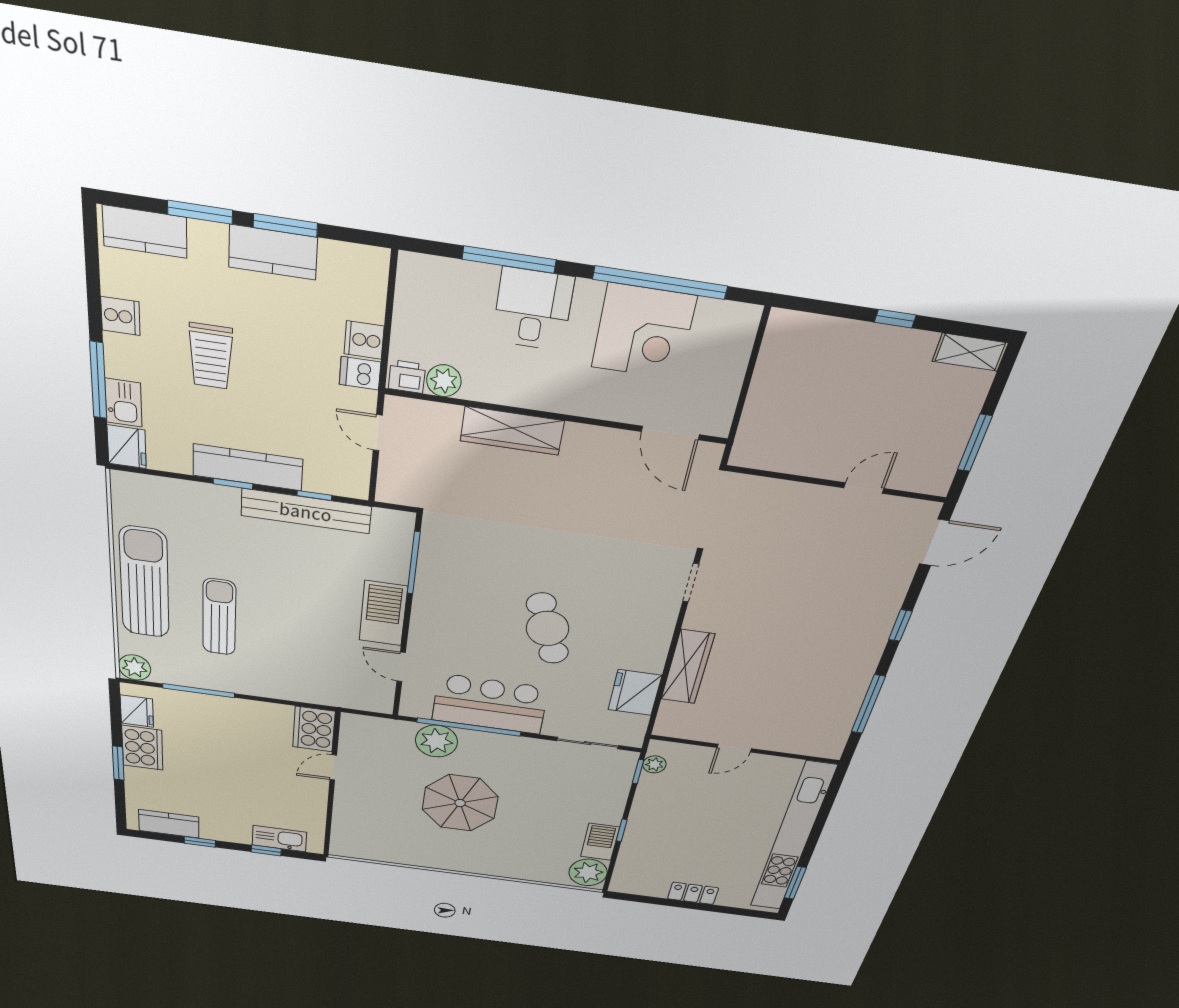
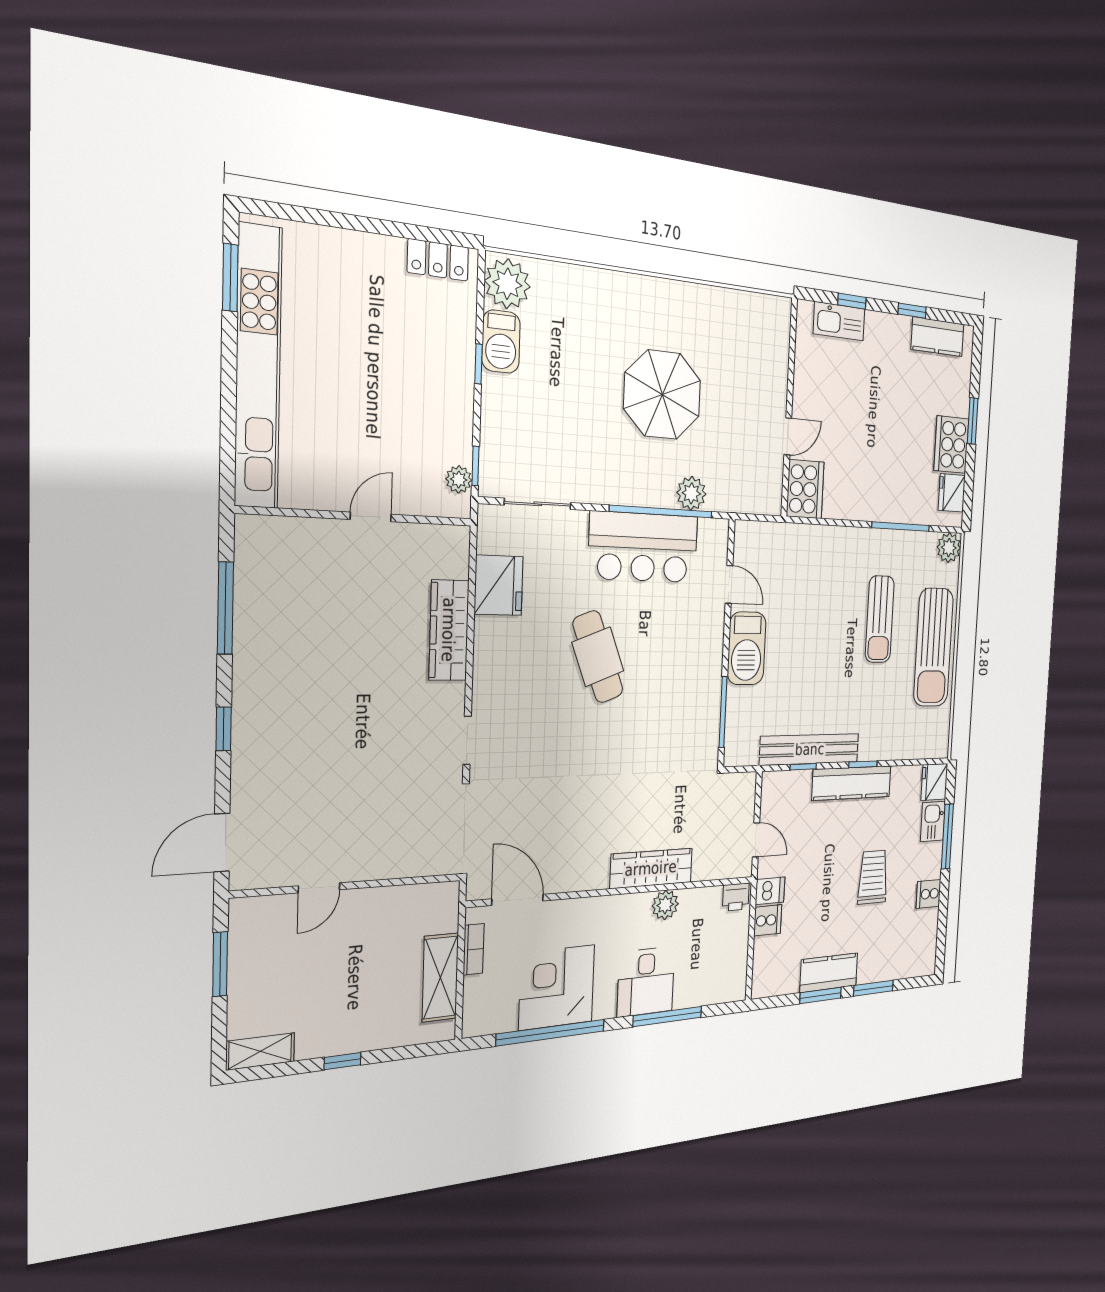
kitchen counter: (145, 232) -> (908, 963), removed
shelving: (771, 376) -> (440, 977), added
plant: (444, 381) -> (665, 905), moved
bookcase: (728, 396) -> (474, 949), added
plant: (436, 741) -> (691, 493), width x0.73, depth x0.73
locker: (693, 893) -> (438, 260), moved

